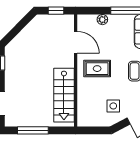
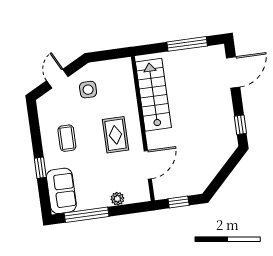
door: (76, 42) -> (148, 165), swing flipped
rug: (97, 69) -> (115, 135), turned 90

